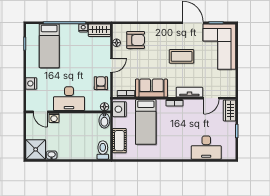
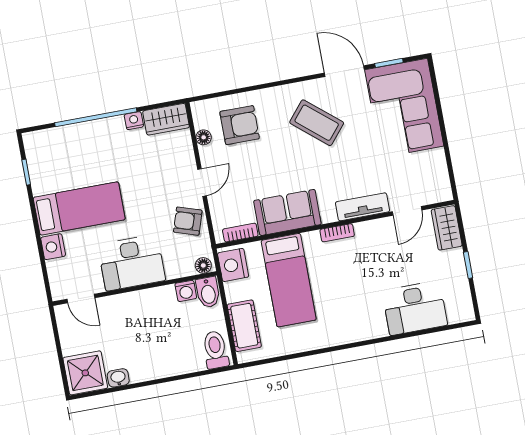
bed: (49, 46) -> (79, 208), moved, turned -90
coffee table: (182, 56) -> (317, 123), moved, turned 40
armchair: (101, 83) -> (188, 221), turned -72
washing machine: (54, 118) -> (186, 291), moved

